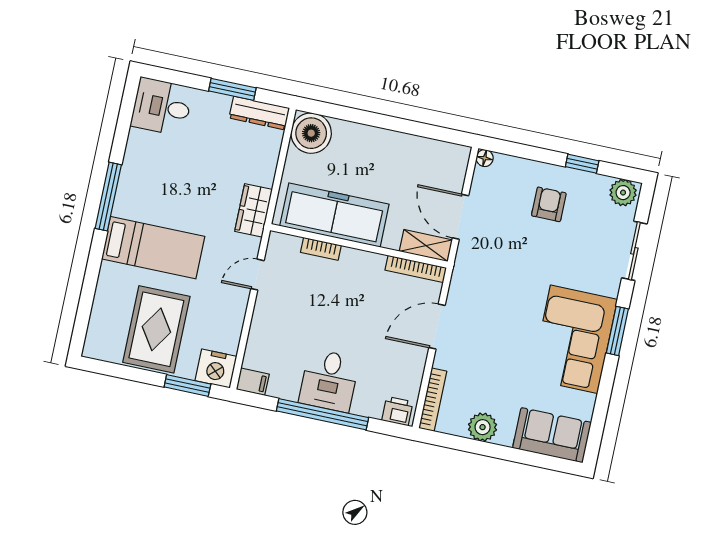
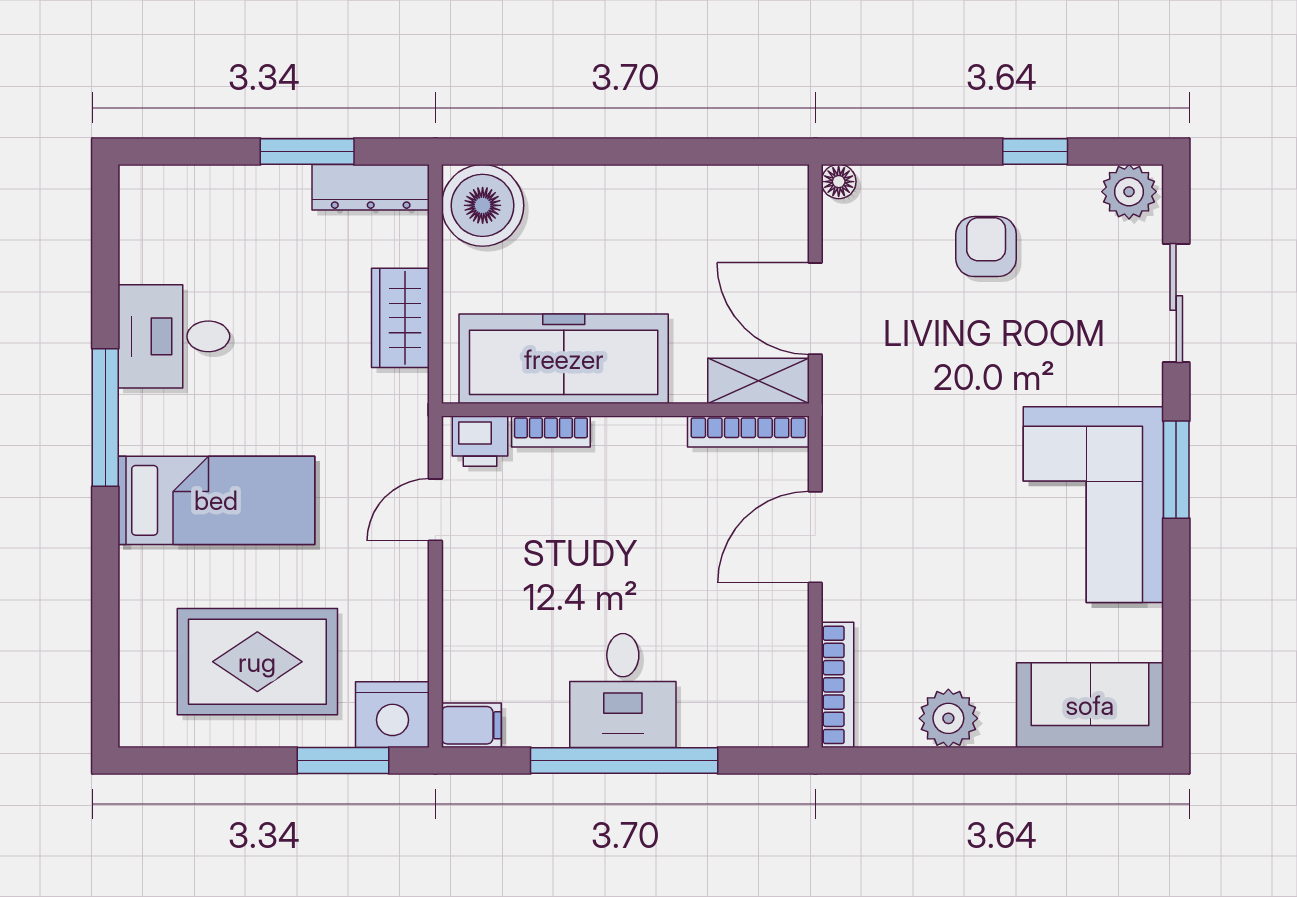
desk: (162, 107) -> (174, 336), moved
wardrobe: (253, 210) -> (400, 318), moved
rug: (156, 329) -> (257, 662), turned 90
printer: (397, 411) -> (480, 441), moved, turned 180

